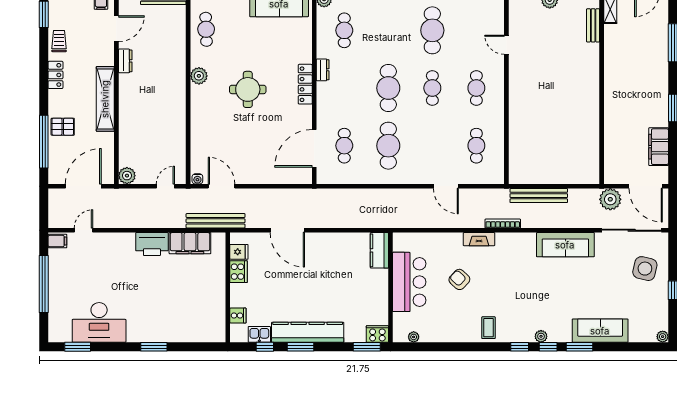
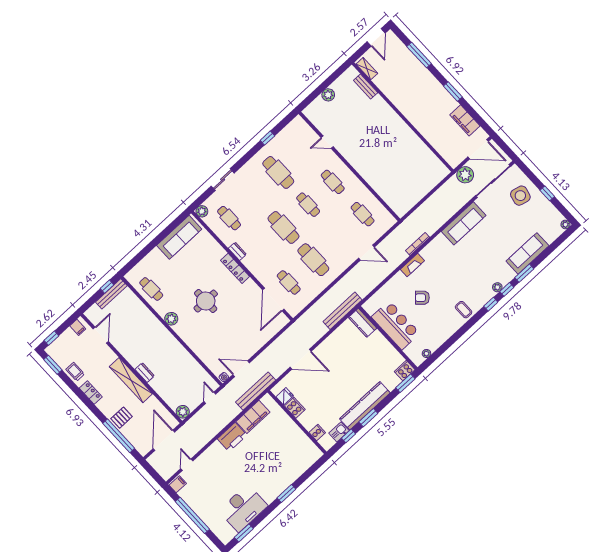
dresser: (125, 61) -> (145, 373), moved
bench: (539, 196) -> (343, 311), moved

